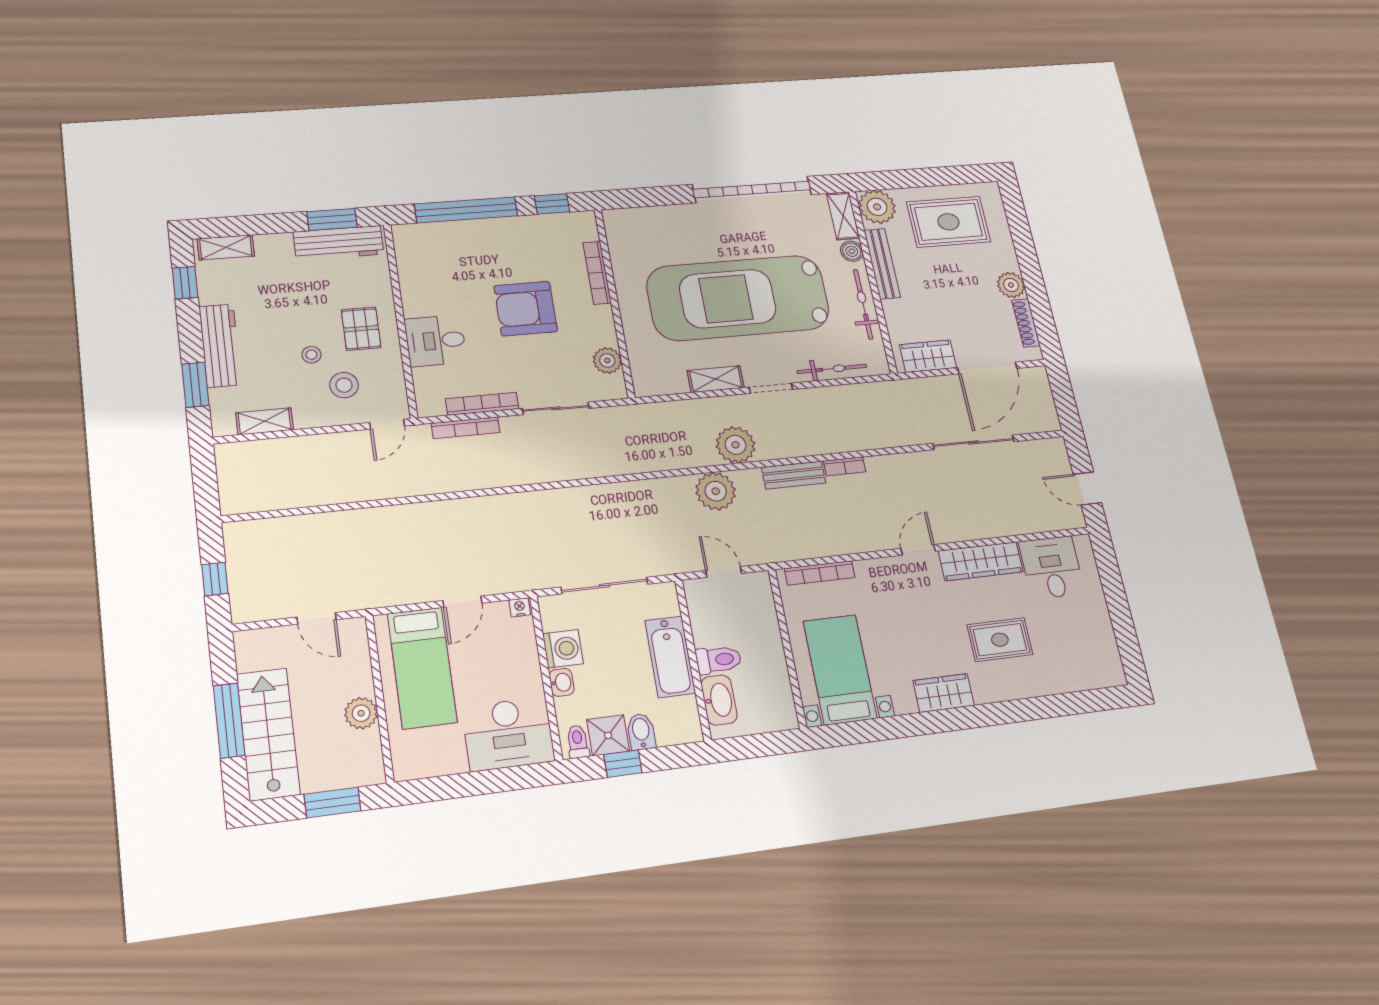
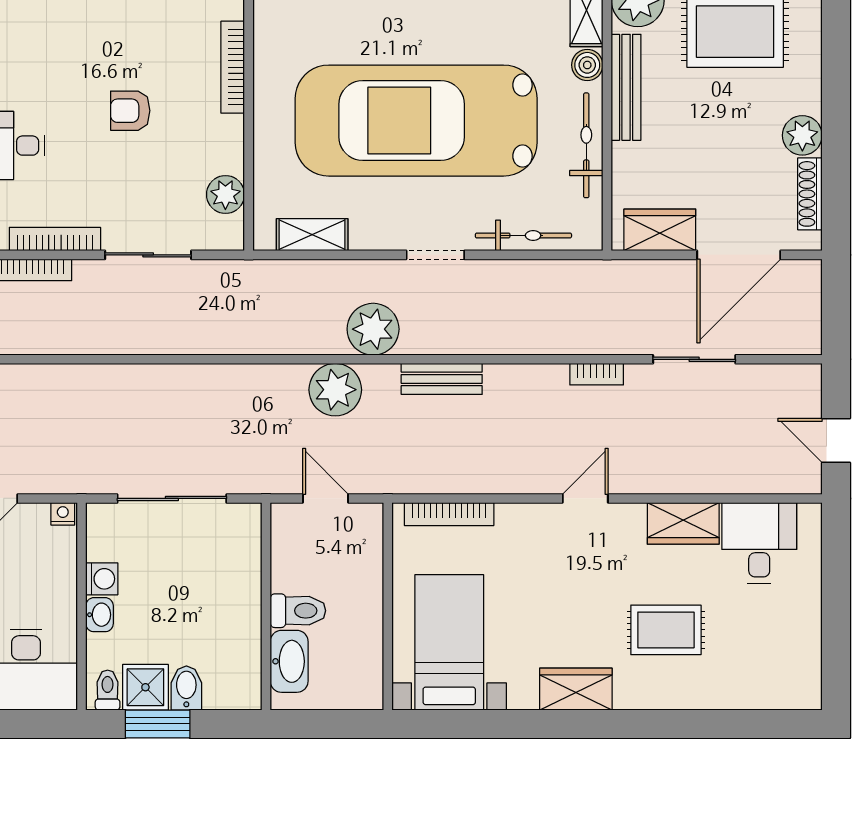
armchair: (526, 309) -> (130, 111), width x0.53, depth x0.53
shelving: (716, 379) -> (312, 235), moved
sliding door: (973, 442) -> (694, 359), width x0.73
bookcase: (845, 466) -> (597, 374), moved
wardrobe: (981, 561) -> (683, 523), width x0.67
washing machine: (563, 649) -> (102, 579), width x0.73, depth x0.73
bathtub: (670, 657) -> (238, 599), removed
window: (623, 764) -> (158, 724), width x1.50

